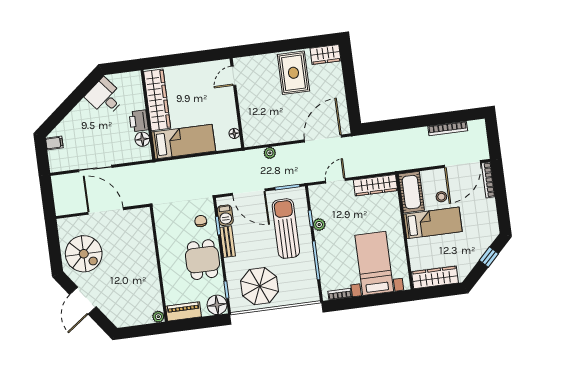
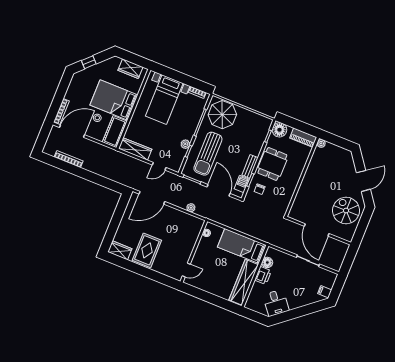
bed: (433, 223) -> (114, 100), width x1.50
wardrobe: (435, 277) -> (130, 69), width x0.67
parasol: (259, 286) -> (222, 115), moved

